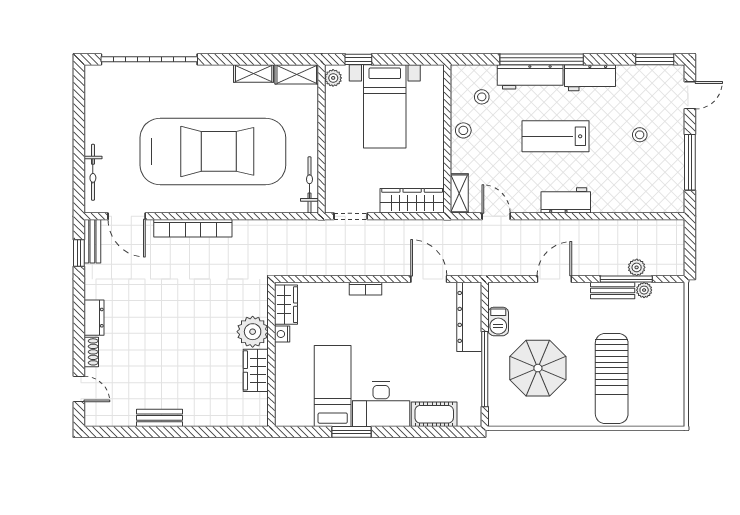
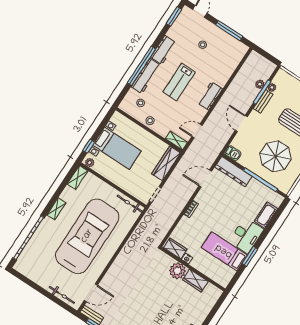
shelving: (254, 73) -> (56, 209), moved
bookcase: (193, 228) -> (115, 267), removed
barbecue: (498, 321) -> (233, 153), moved

